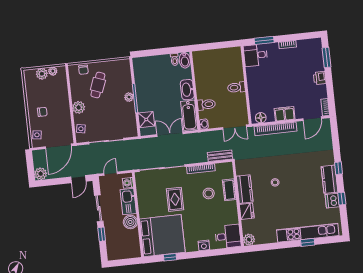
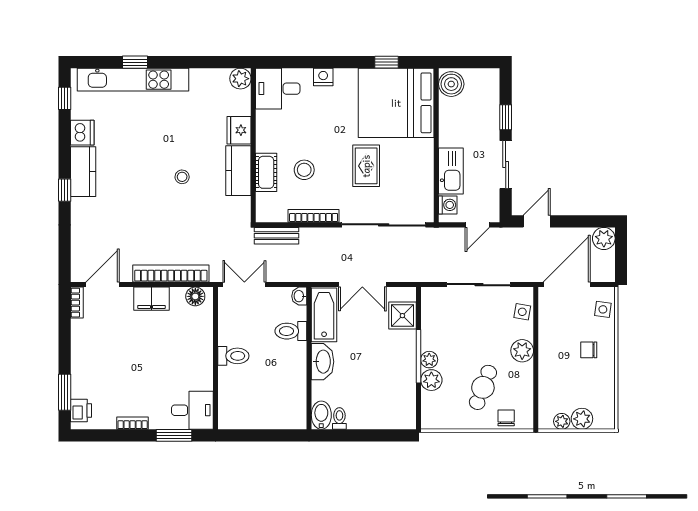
printer: (320, 78) -> (81, 411), moved
plant: (127, 86) -> (431, 380), added
window: (342, 199) -> (65, 98), moved
boiler: (130, 222) -> (451, 84), moved

